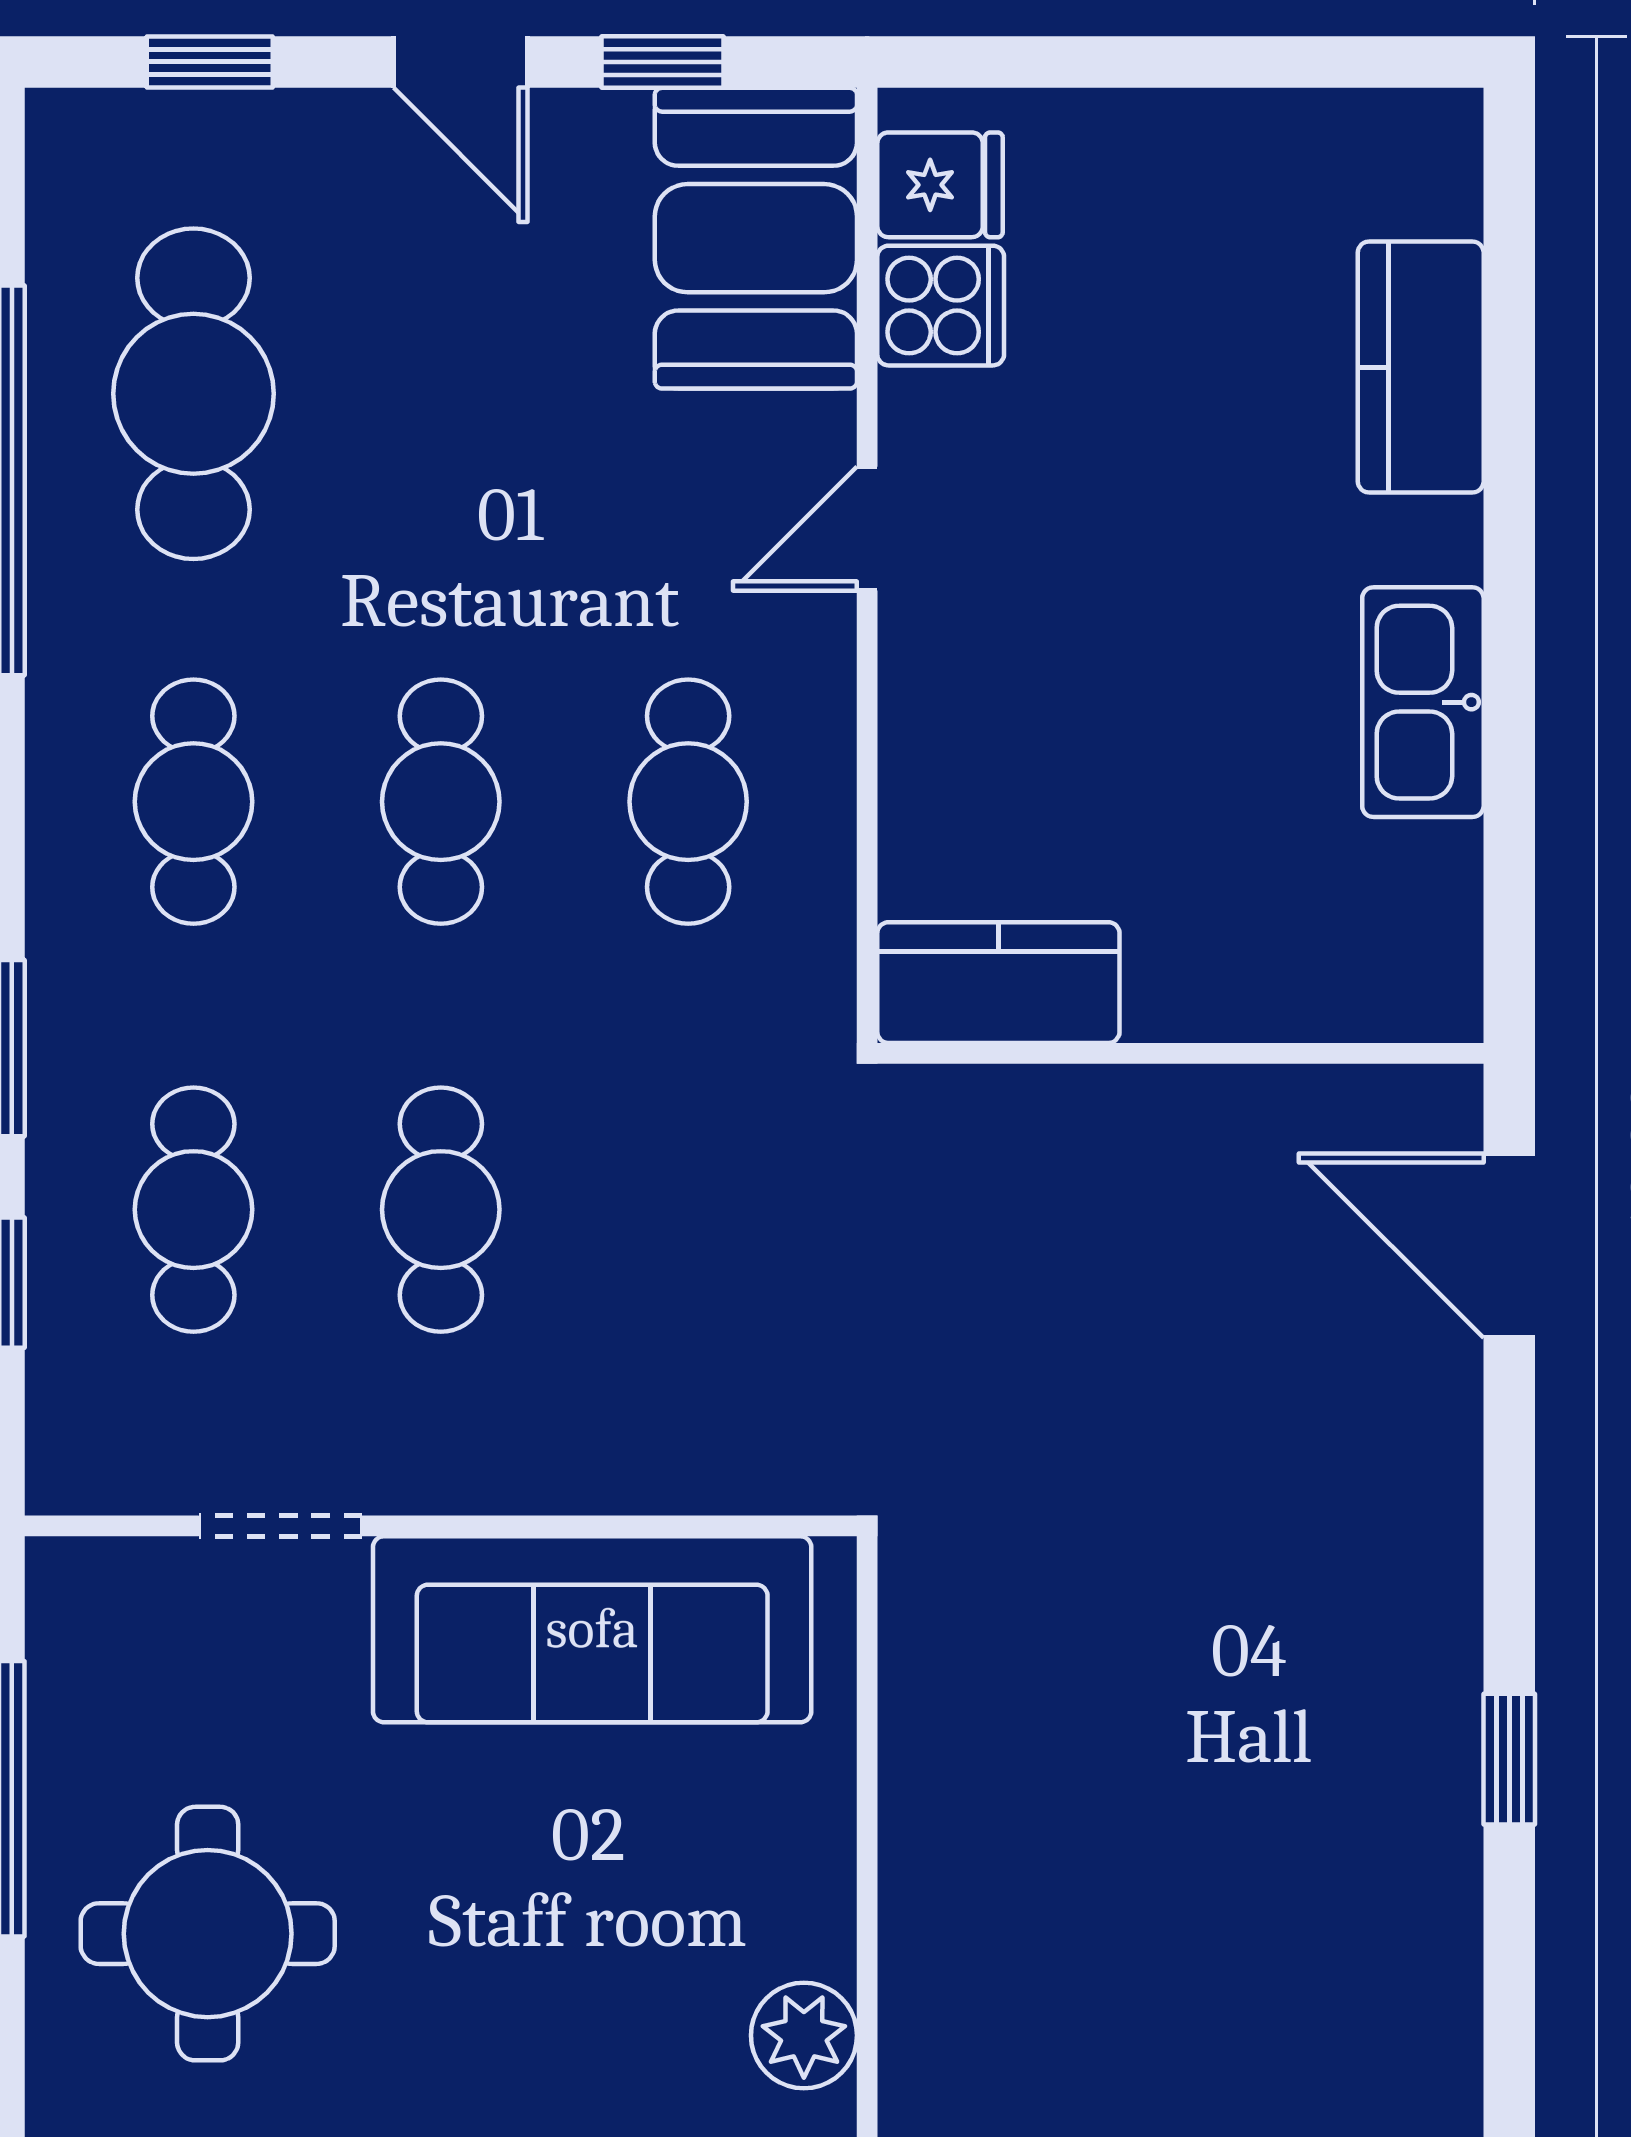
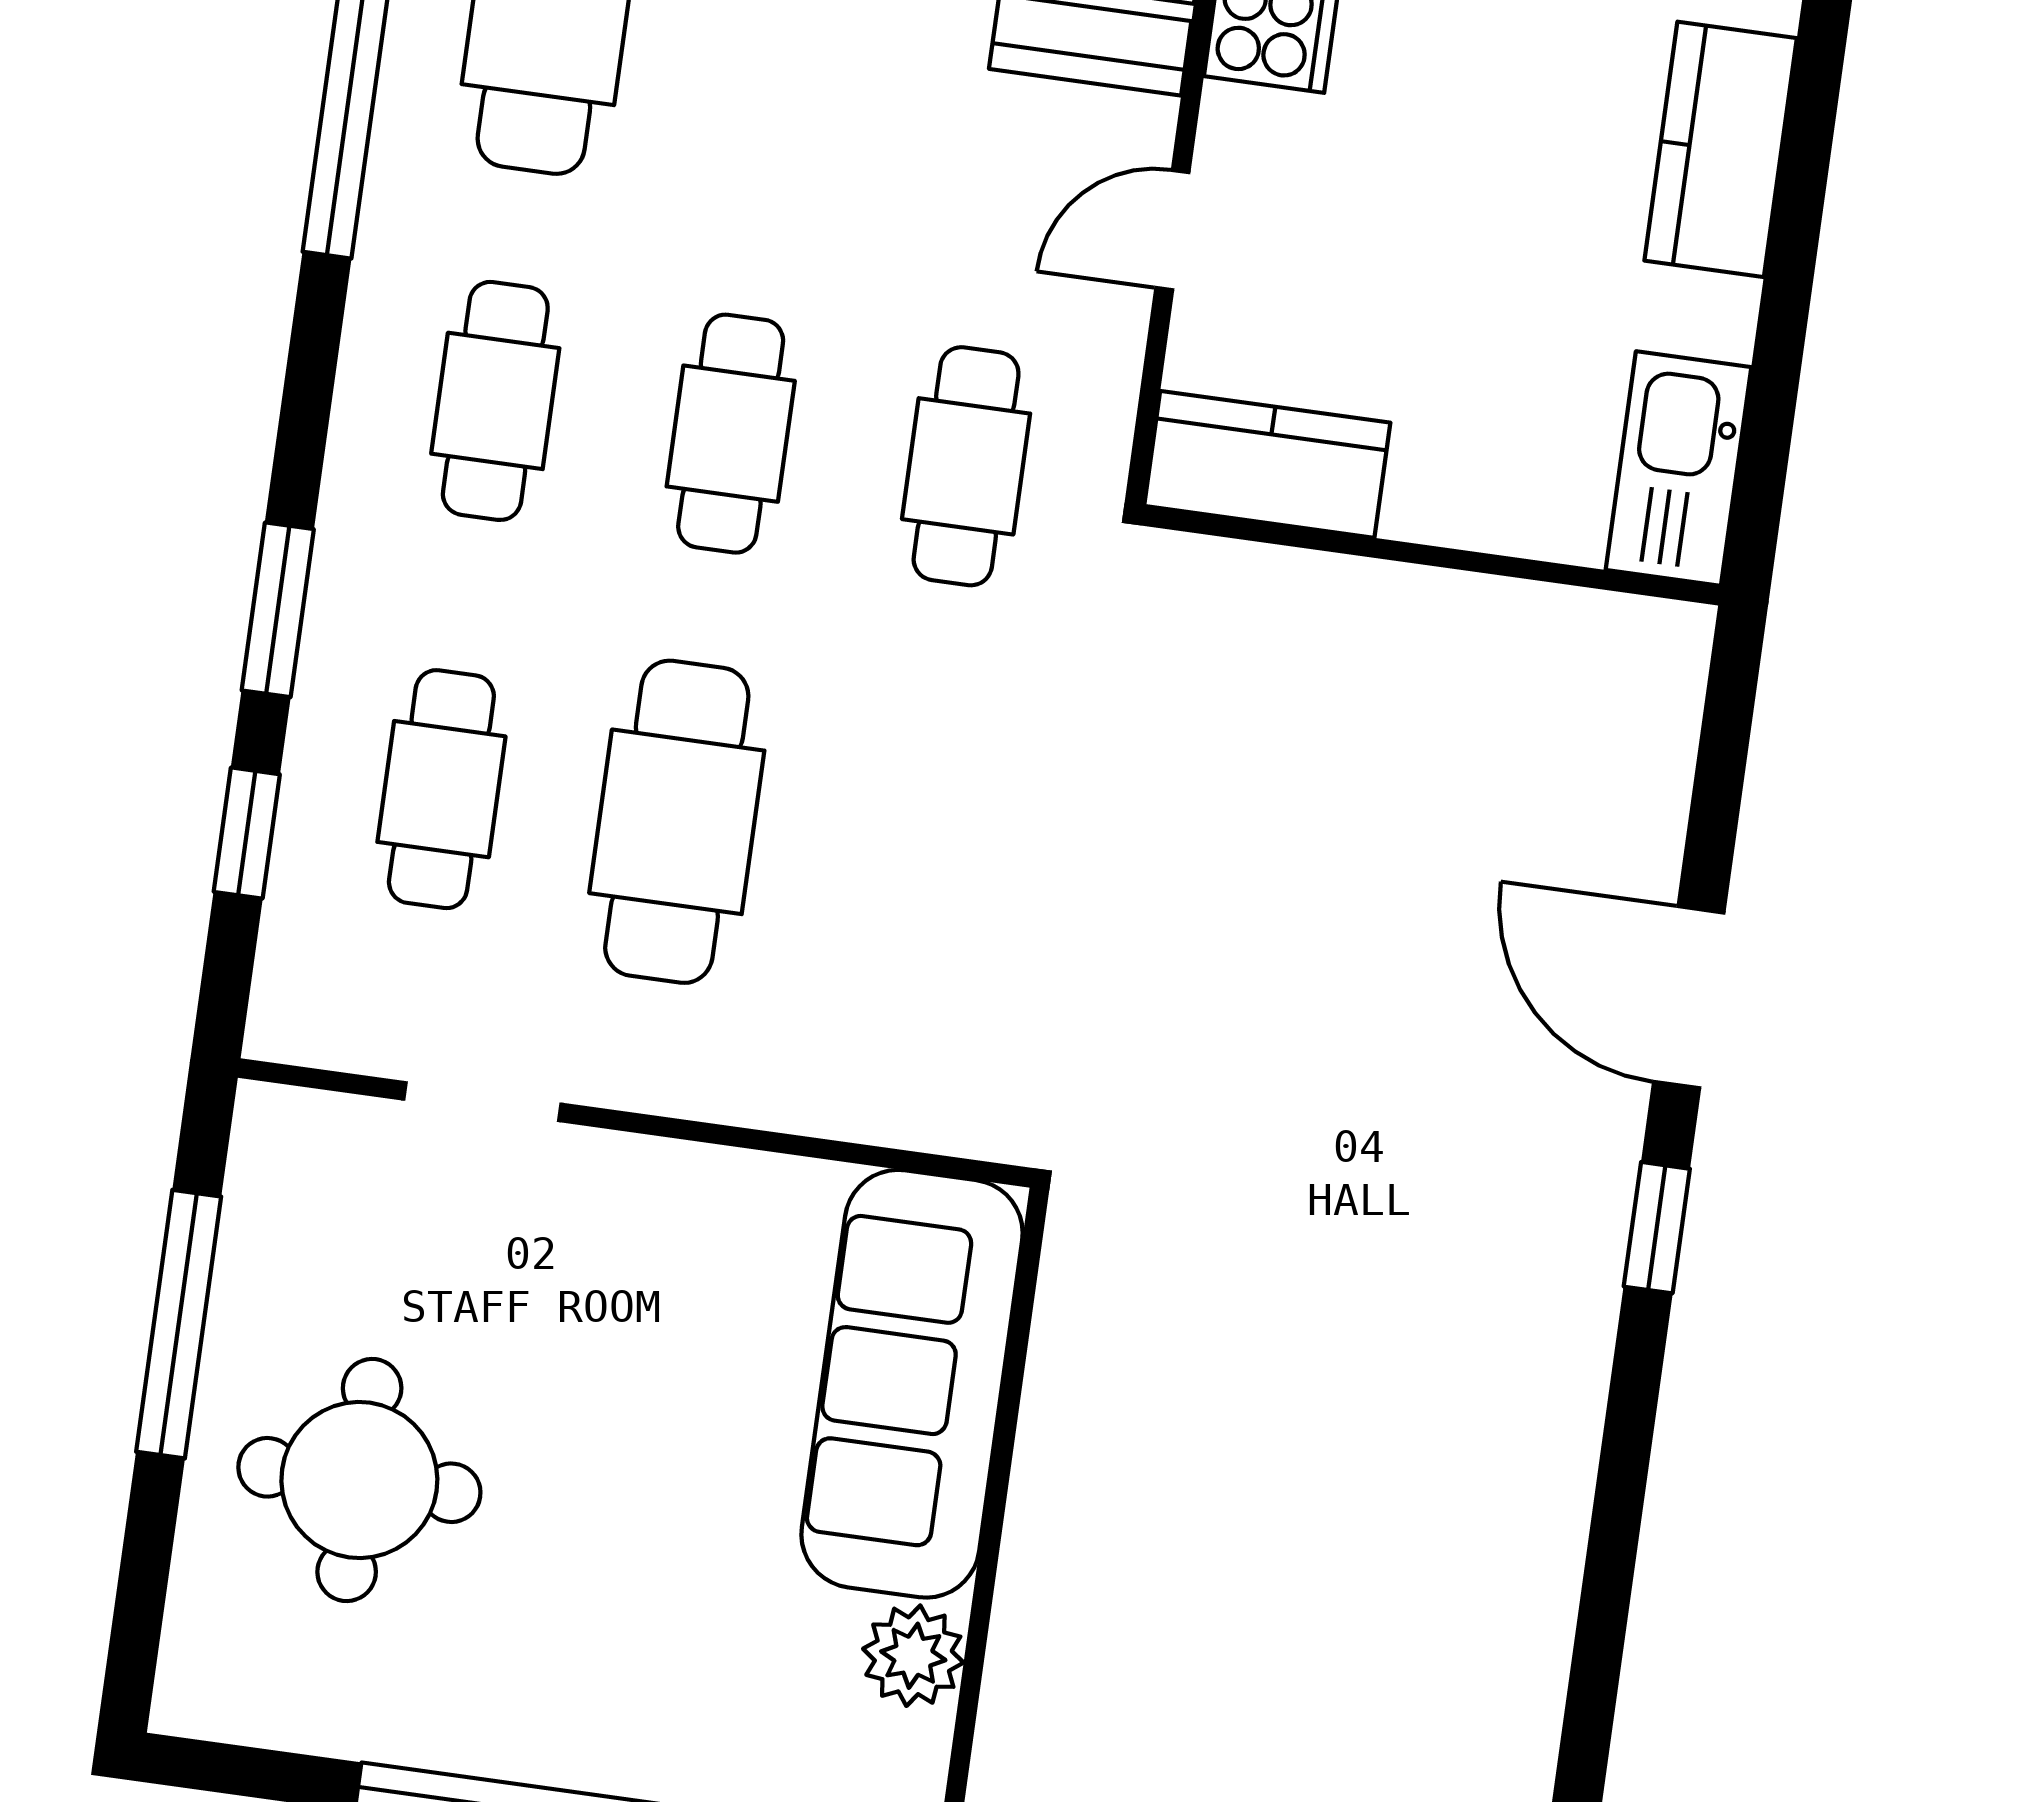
kitchen counter: (998, 983) -> (1267, 464), moved
wall: (1180, 1053) -> (1431, 556), moved
cafe table: (441, 1210) -> (677, 822), width x1.37, depth x1.35
sofa: (592, 1629) -> (912, 1384), moved, turned 90
window: (1509, 1759) -> (1657, 1228), moved

